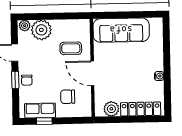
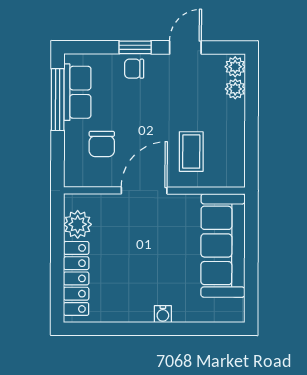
plant: (41, 30) -> (235, 89), width x0.53, depth x0.53
water cooler: (159, 76) -> (163, 314), moved
chair: (68, 97) -> (102, 144), turned 180
window: (44, 121) -> (58, 100), width x2.17

